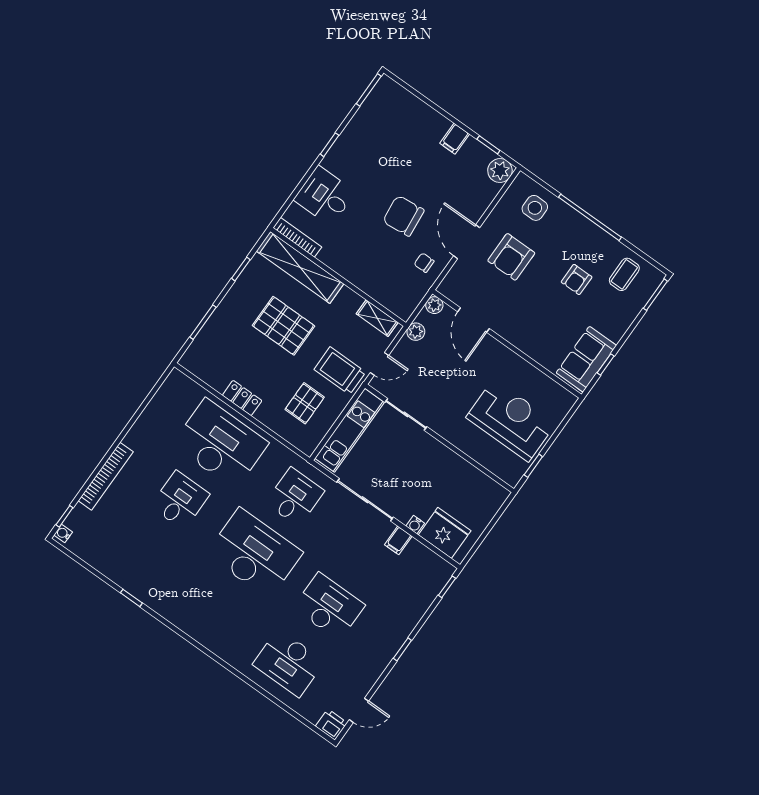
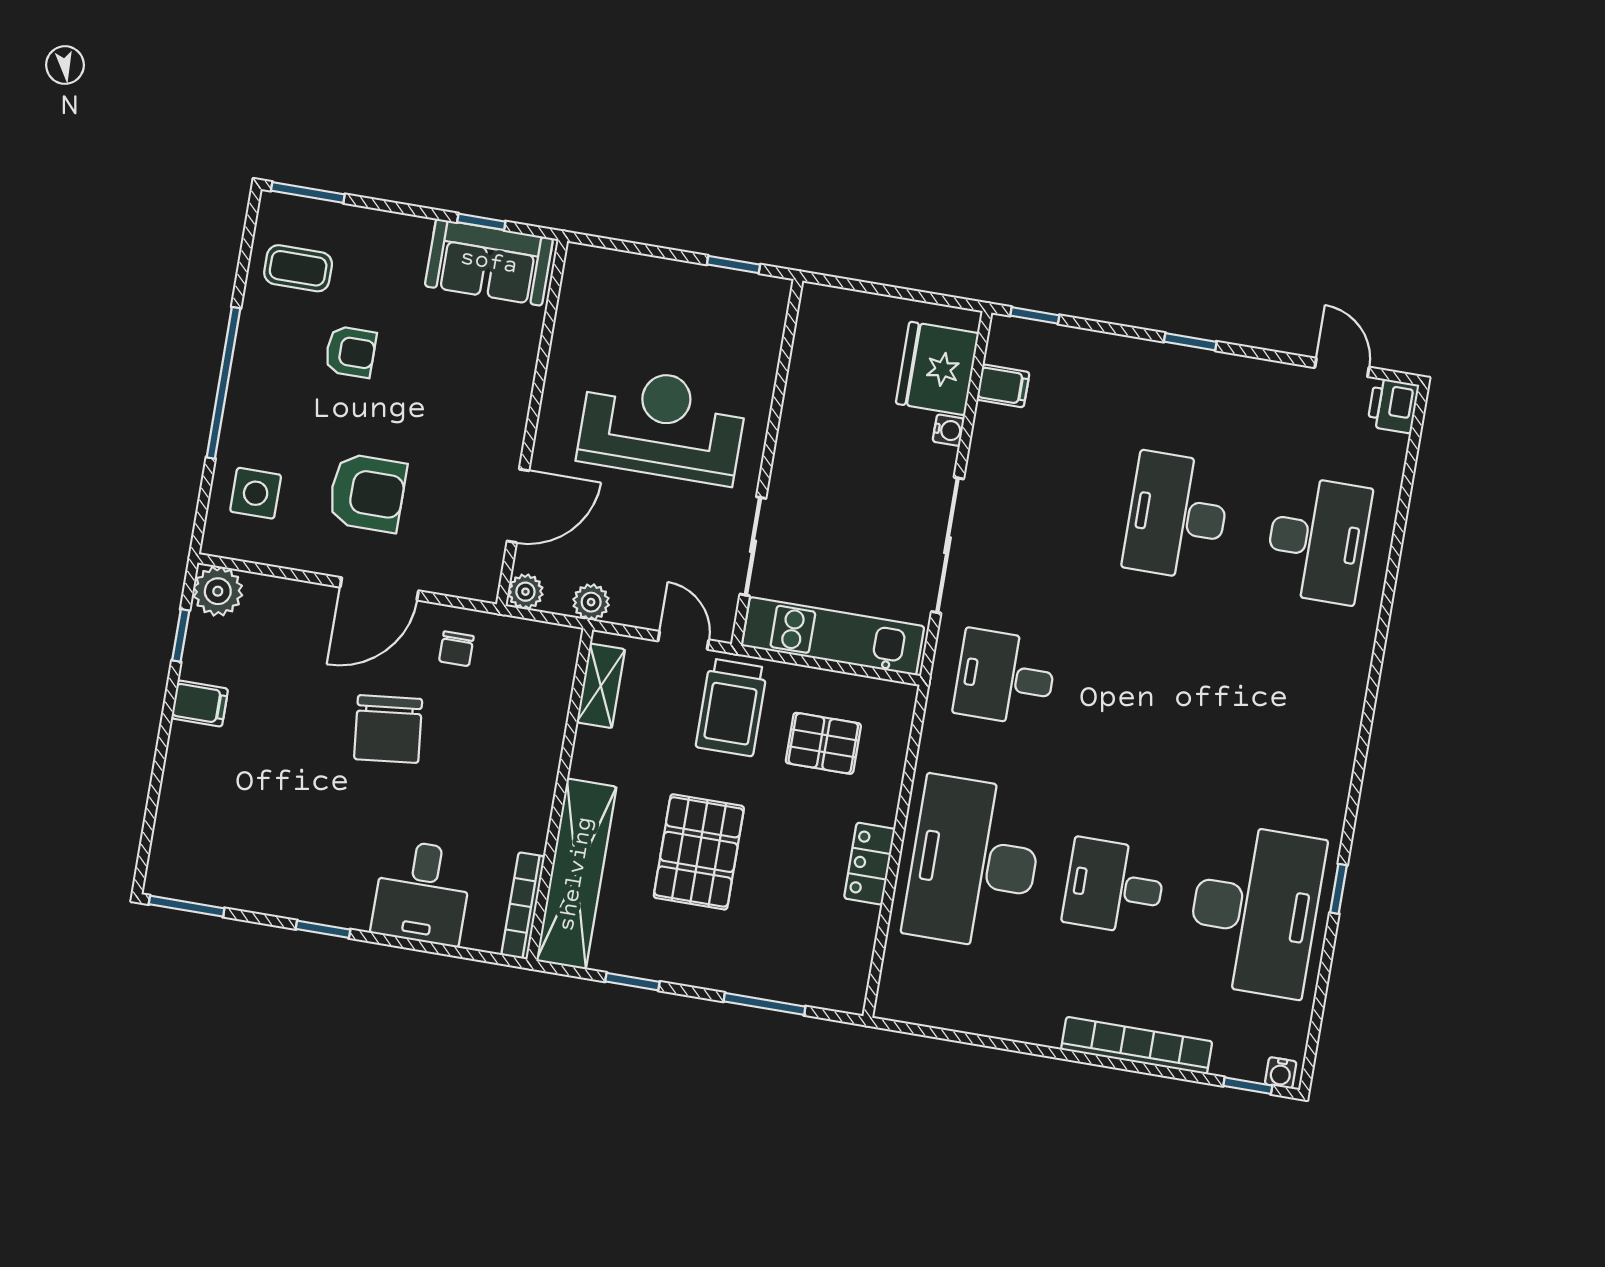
reception desk: (511, 420) -> (662, 425), moved, turned 90
filing cabinet: (398, 540) -> (1003, 386), moved
desk: (254, 553) -> (1255, 910), moved, turned 180

